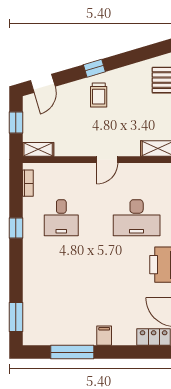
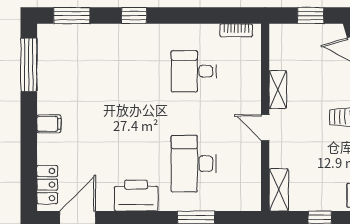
shelving: (38, 149) -> (278, 90), moved
window: (16, 228) -> (134, 16), moved
window: (72, 352) -> (29, 65), moved

